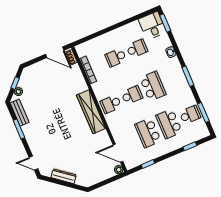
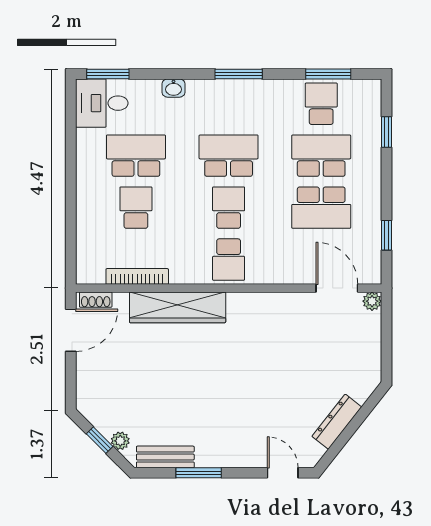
school desk: (137, 49) -> (136, 156), width x1.85
school desk: (116, 58) -> (136, 208), turned 180
wardrobe: (91, 112) -> (178, 307), moved
school desk: (169, 124) -> (321, 156), turned 180
door: (118, 153) -> (337, 288), swing flipped
door: (33, 163) -> (283, 473), swing flipped

